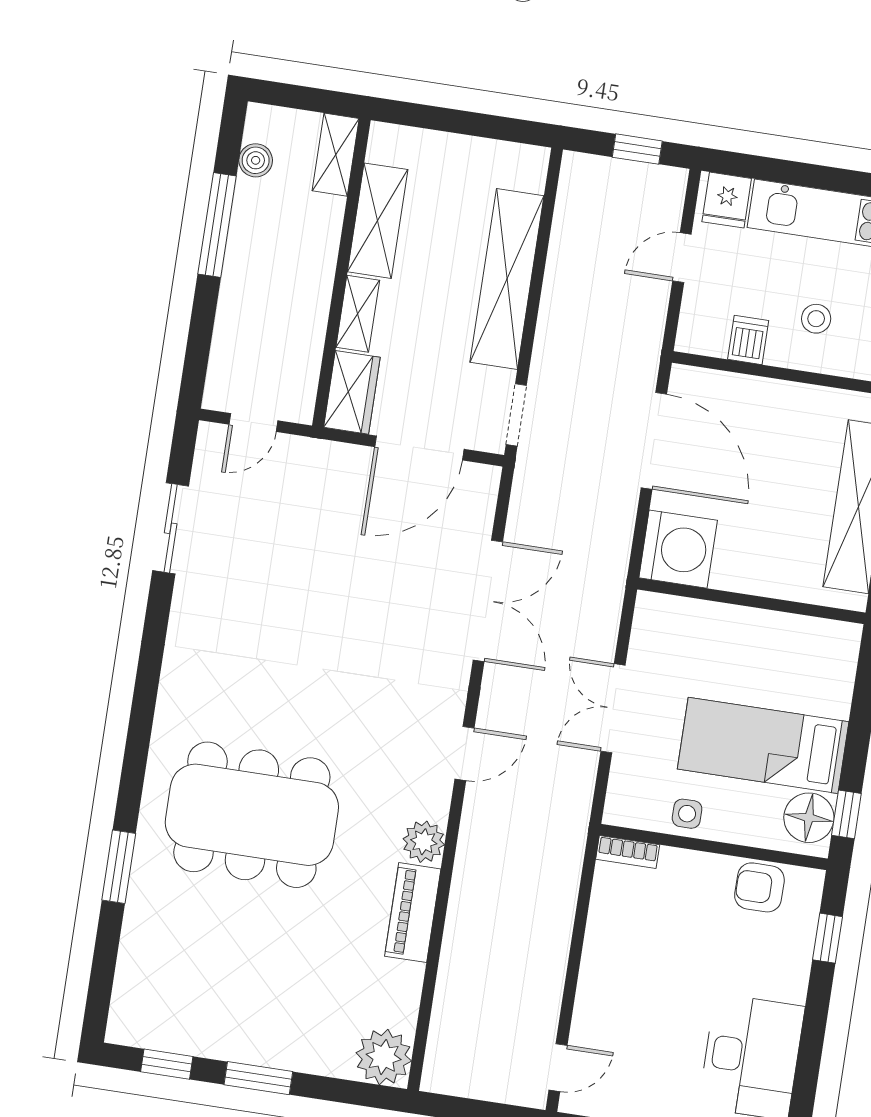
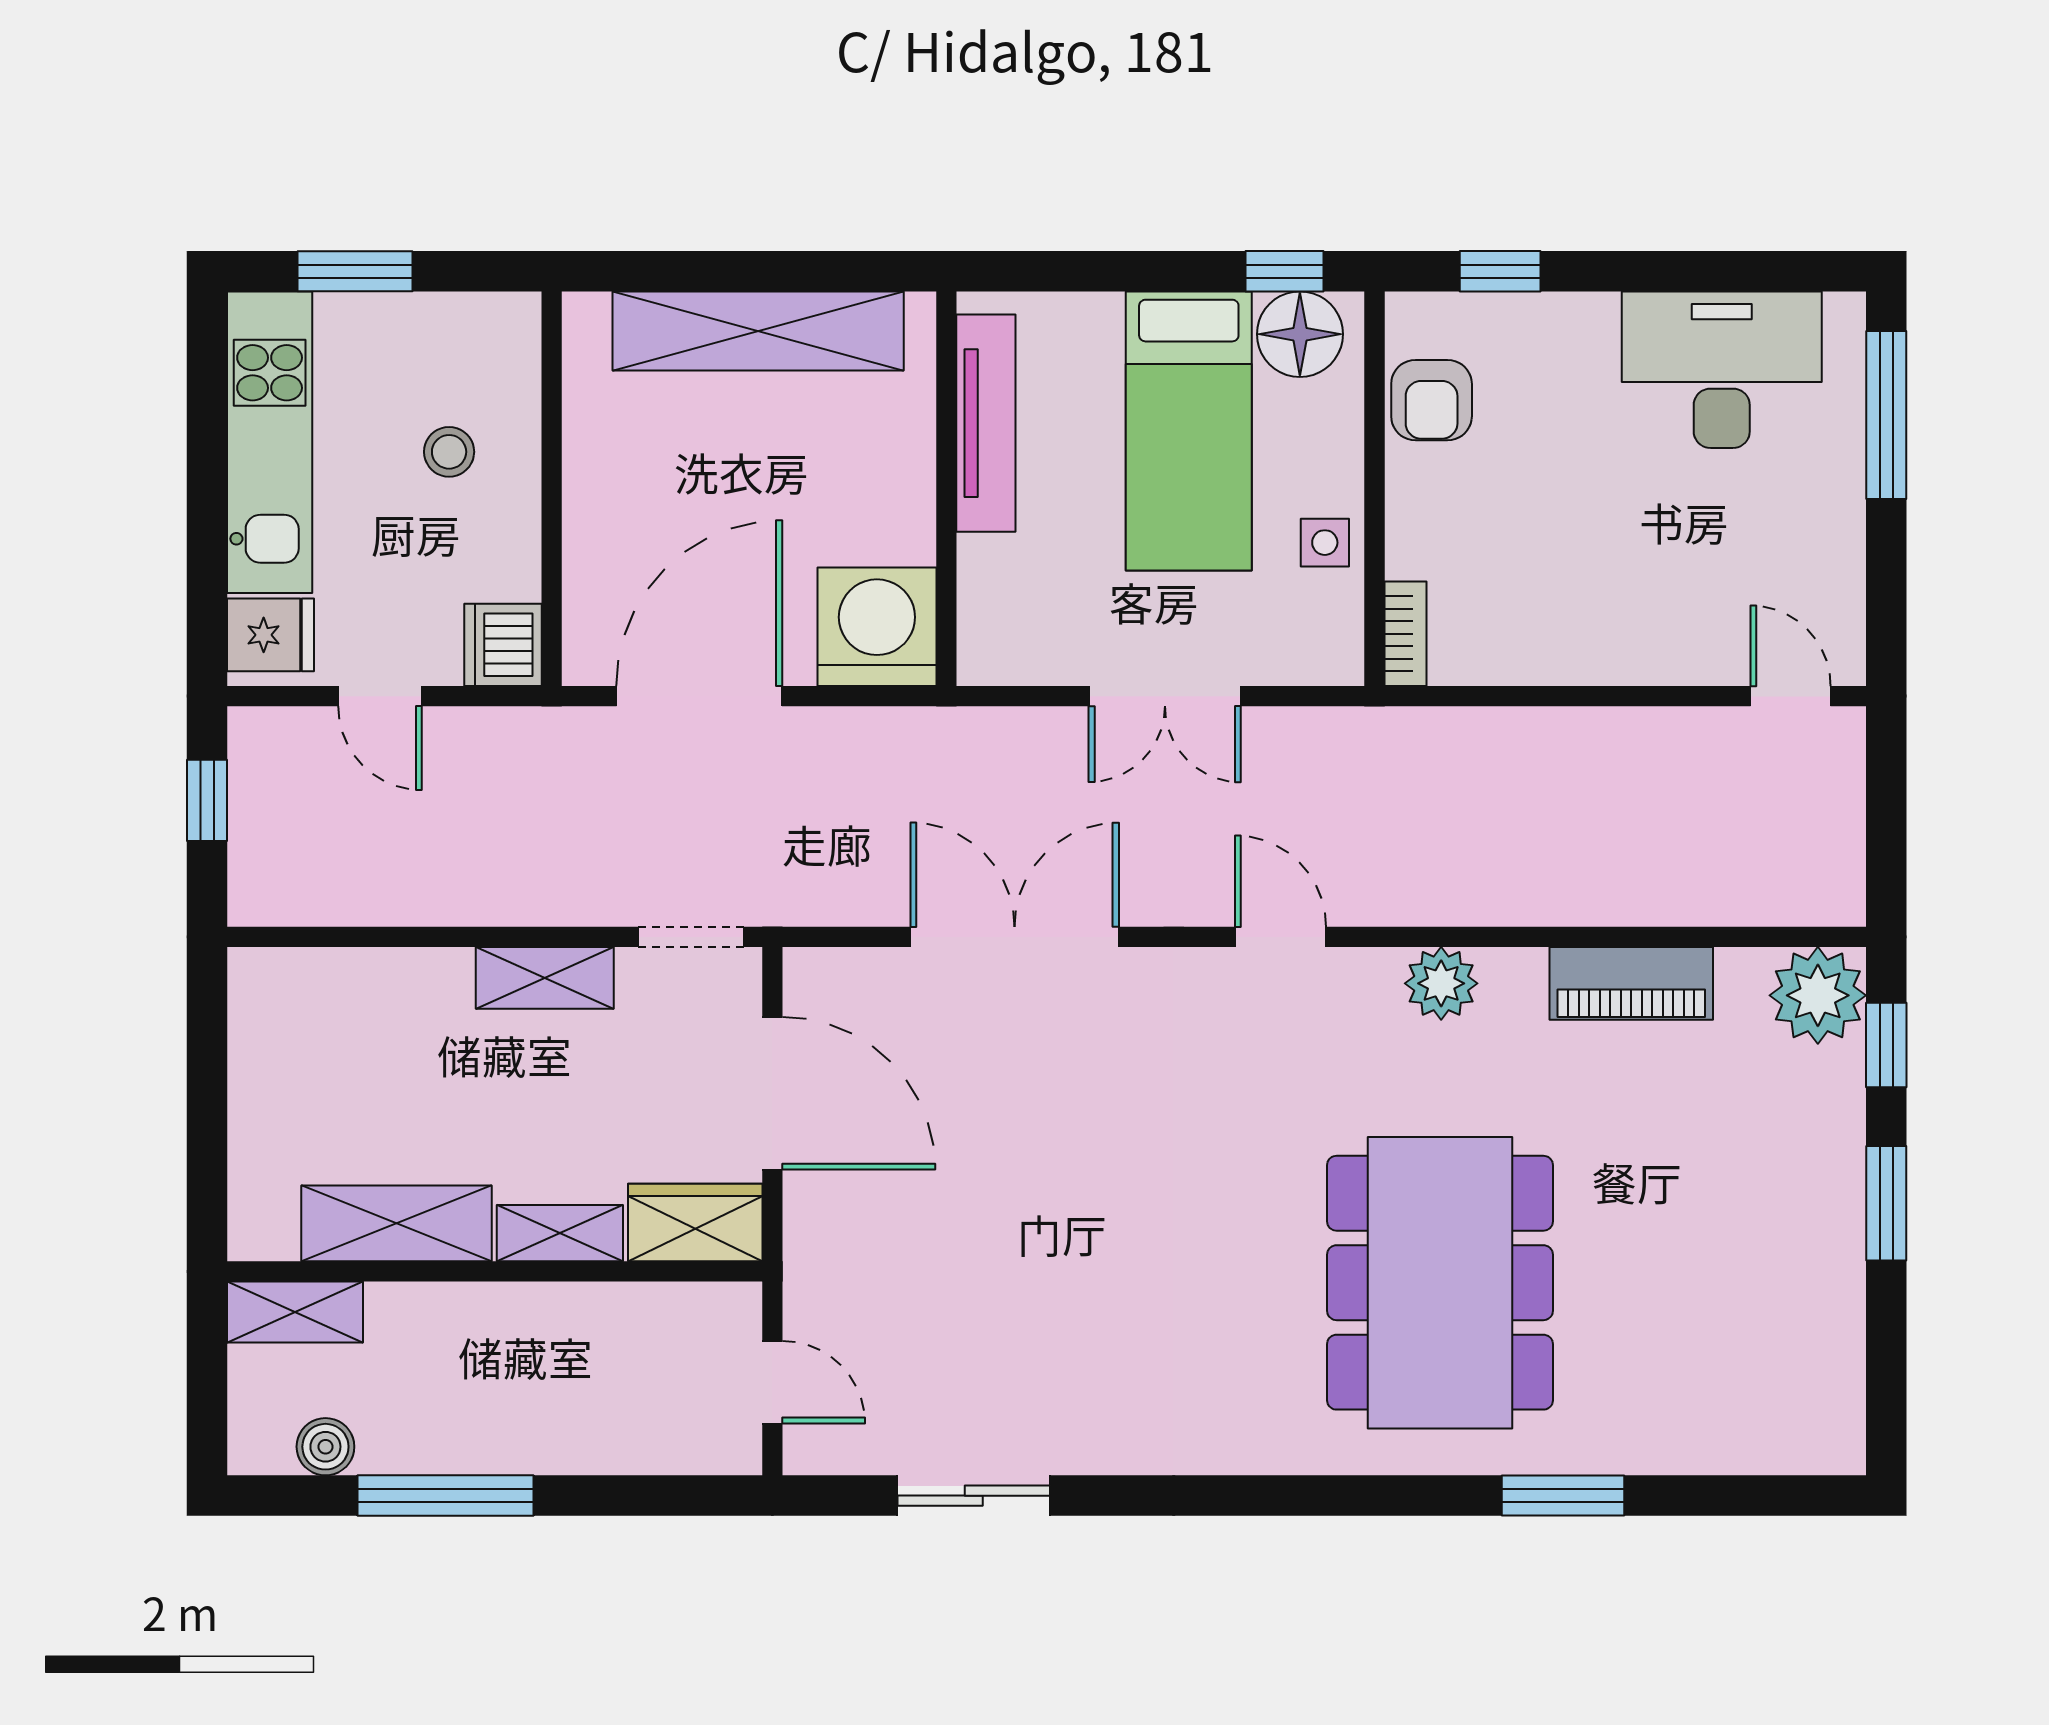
shelving: (507, 279) -> (545, 978), width x0.45, depth x0.75
dishwasher: (748, 340) -> (503, 645), moved, width x1.38
tv unit: (785, 629) -> (986, 423), added
piano: (413, 913) -> (1631, 983), moved
window: (167, 1064) -> (1886, 1045), moved

